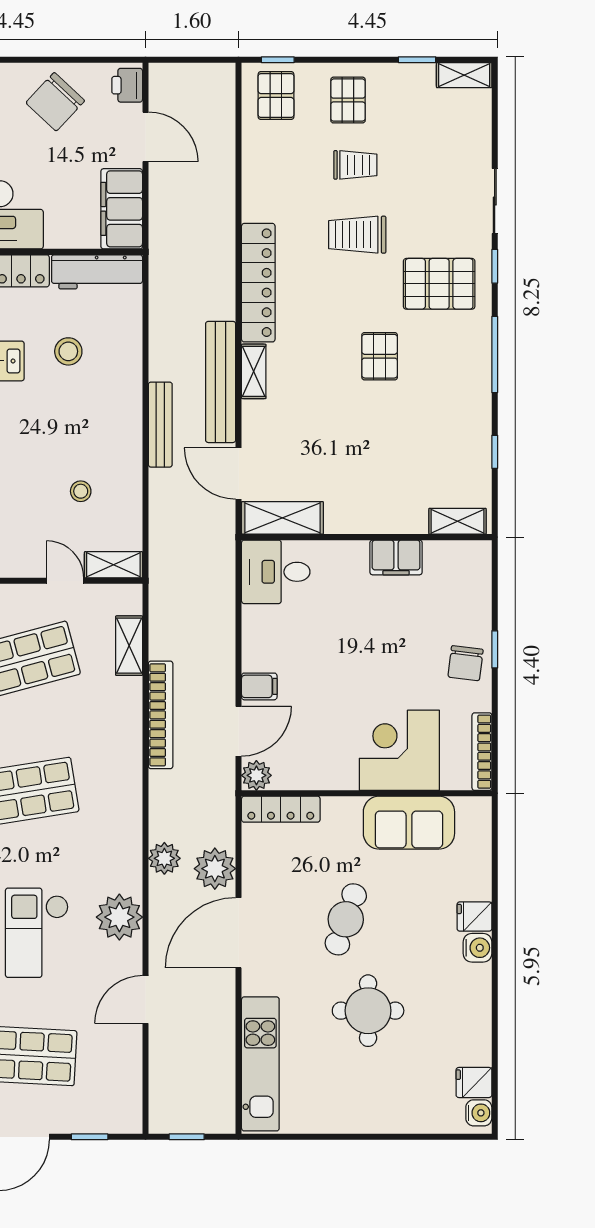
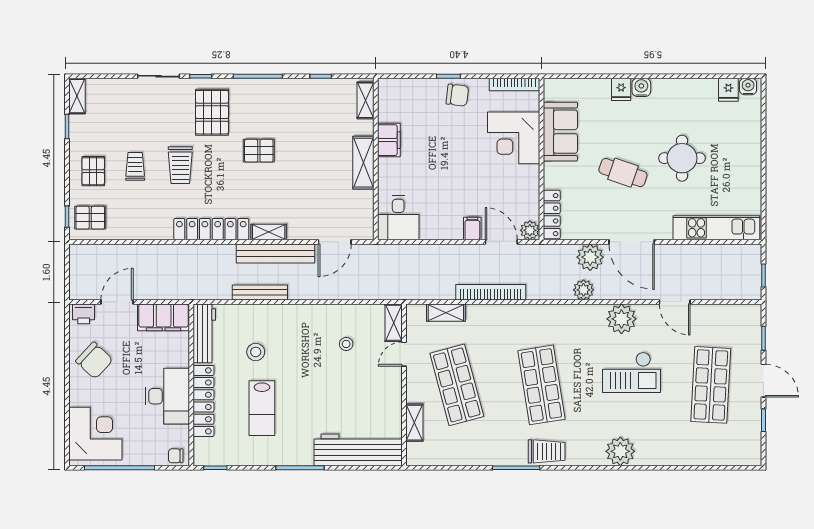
pallet: (348, 100) -> (93, 171), turned 90
bench: (160, 425) -> (260, 293), moved
shelving: (282, 518) -> (363, 163), moved

